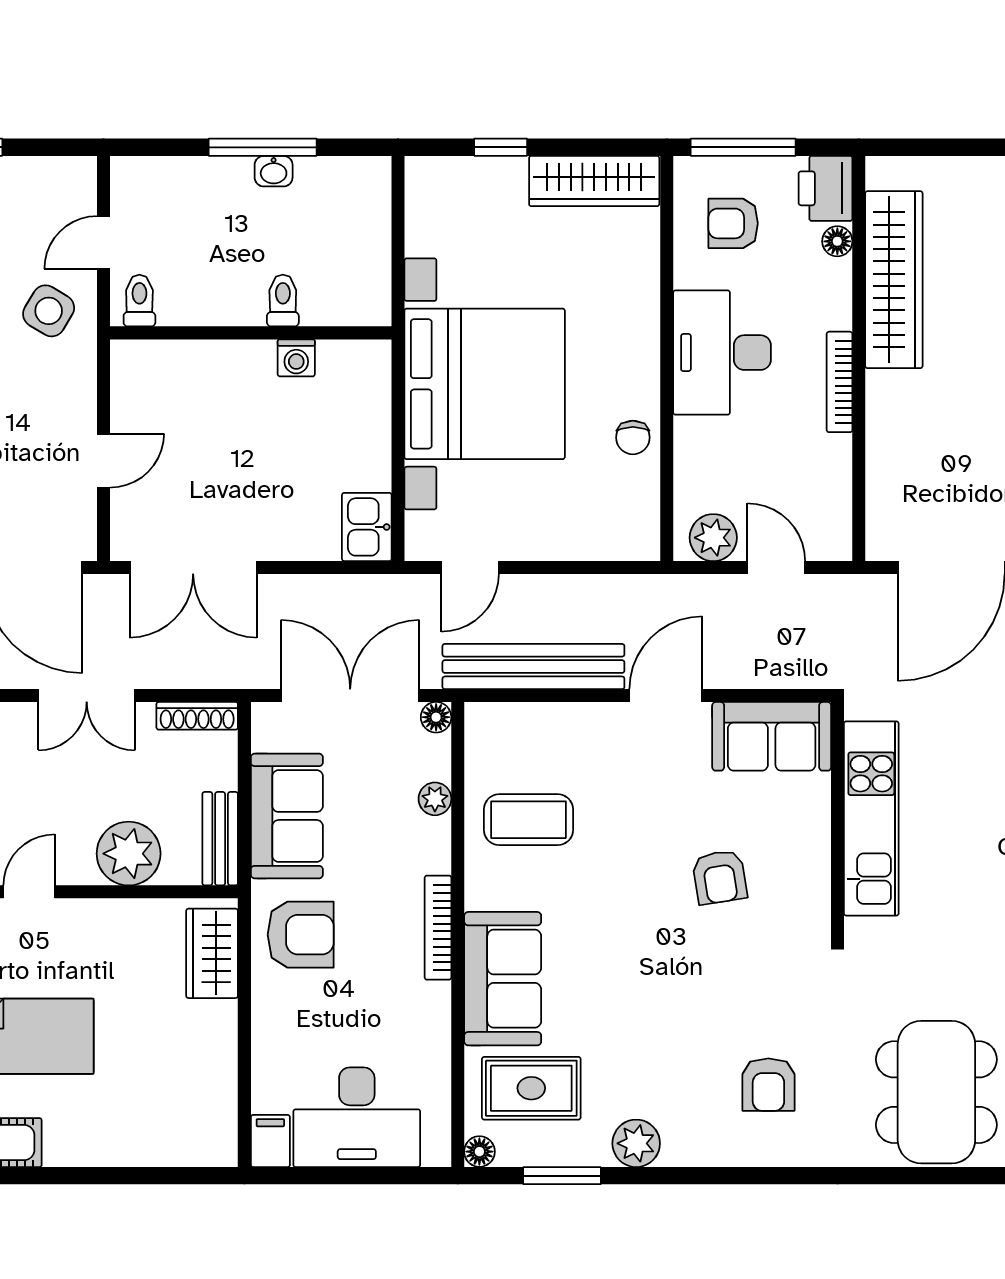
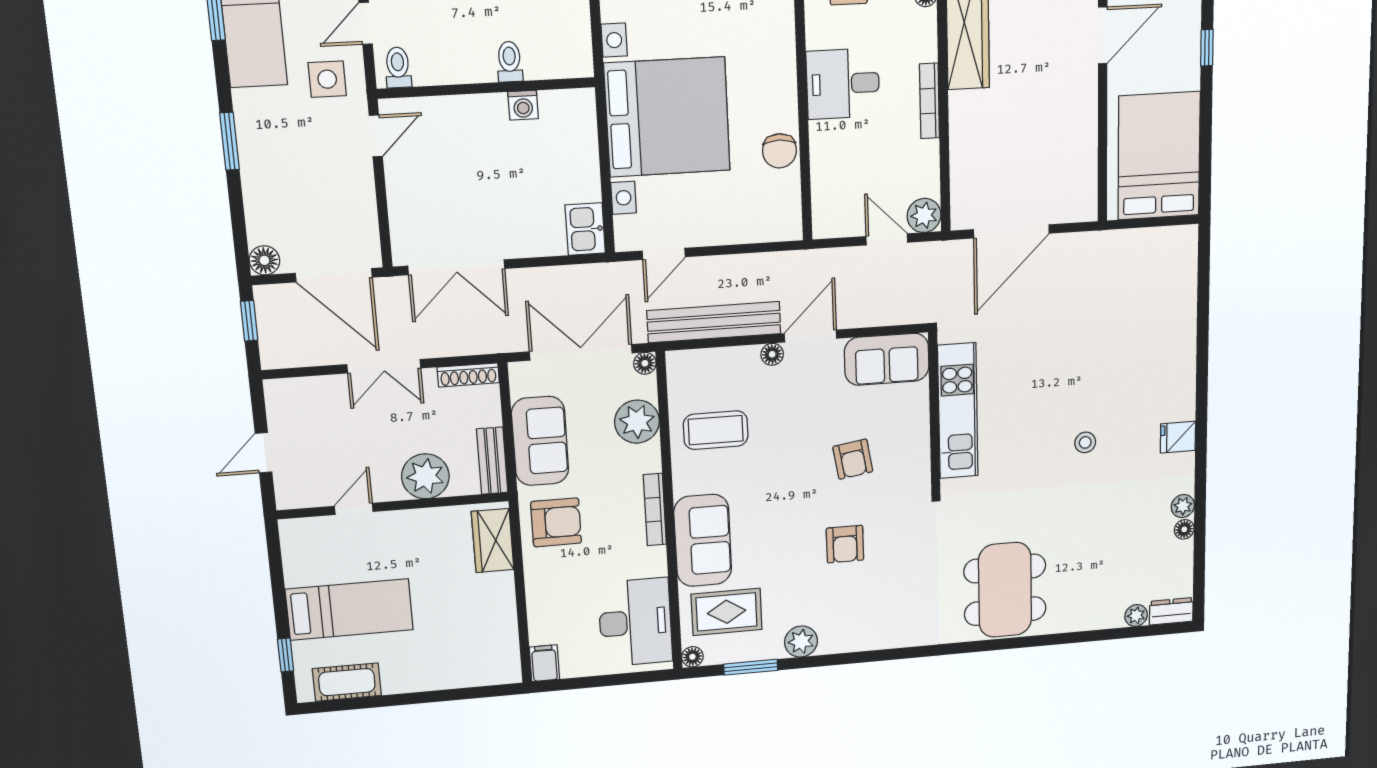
side table: (49, 311) -> (327, 79), turned -31
desk: (722, 353) -> (843, 84), width x0.73
chair: (633, 438) -> (779, 151), width x1.37, depth x1.37
door: (104, 461) -> (376, 136), moved
plant: (713, 538) -> (924, 215), moved
floor lamp: (612, 717) -> (772, 354), added
plant: (435, 799) -> (637, 422), width x1.87, depth x1.87
armchair: (768, 1085) -> (845, 544), moved
desk: (357, 1117) -> (635, 622), moved, turned -90

